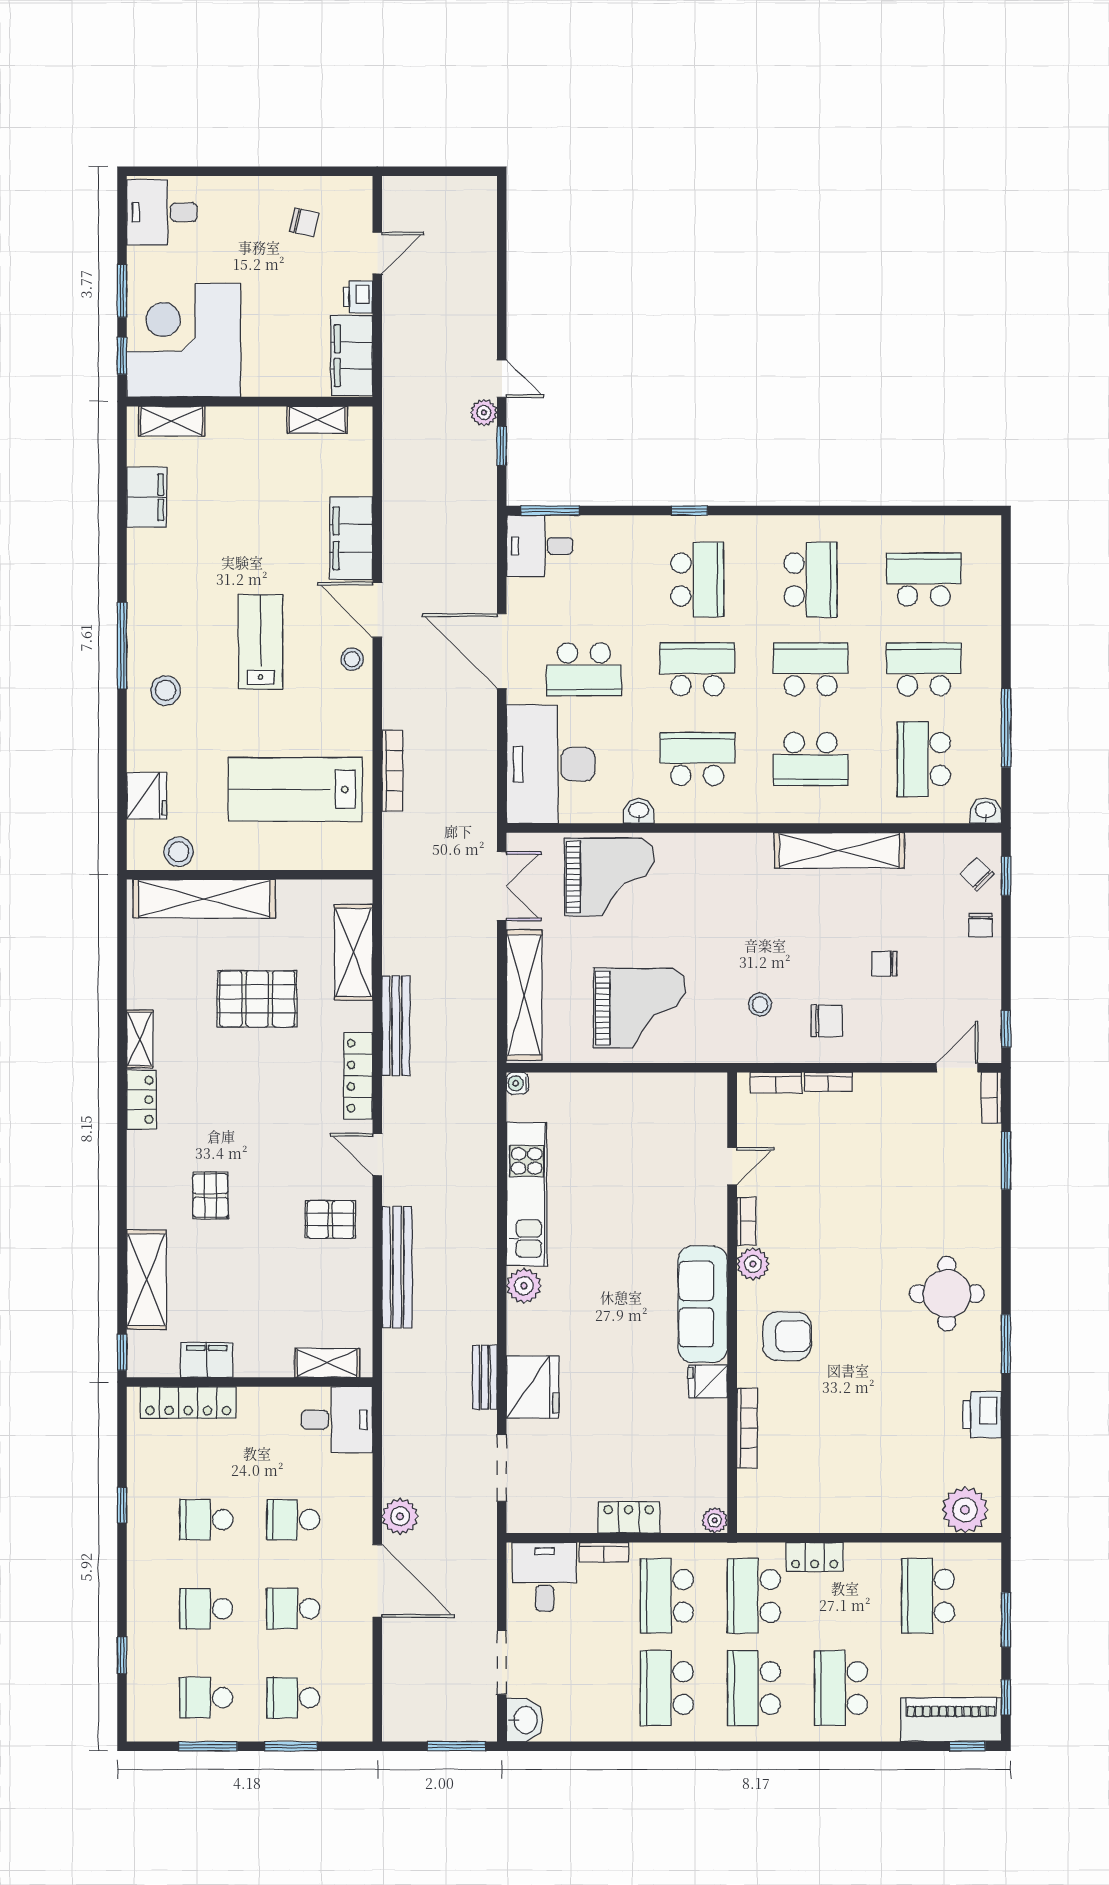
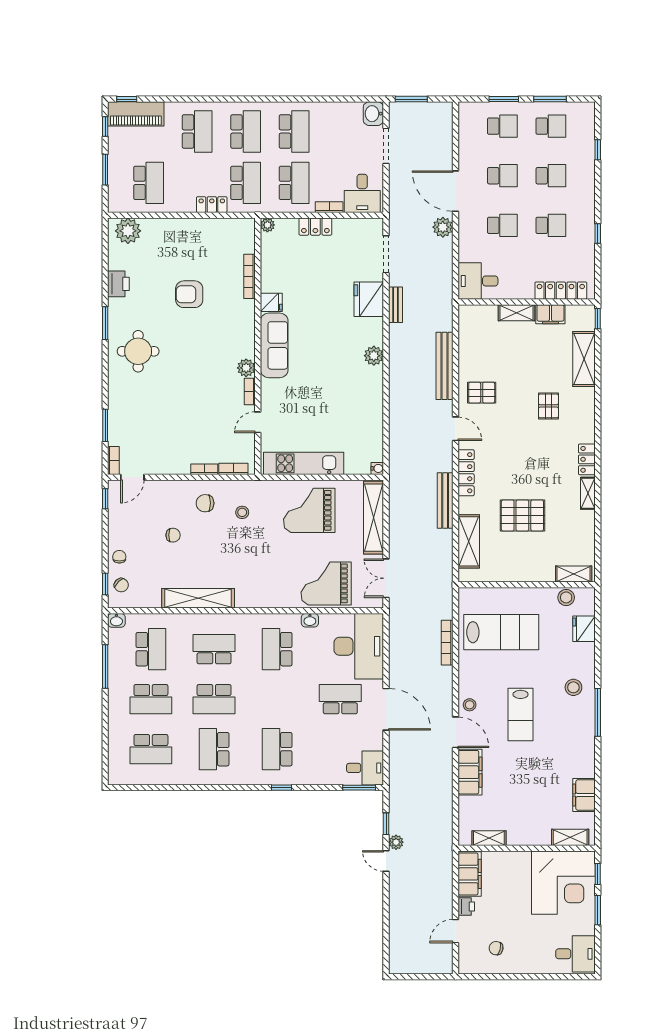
school desk: (697, 669) -> (277, 699), removed
school desk: (697, 759) -> (277, 649), turned 90
shelving: (204, 899) -> (574, 574), width x0.45, depth x0.75
kitchen unit: (527, 1194) -> (304, 463), moved, turned 90
armchair: (787, 1336) -> (189, 294), moved
shelving: (327, 1363) -> (516, 313), moved

